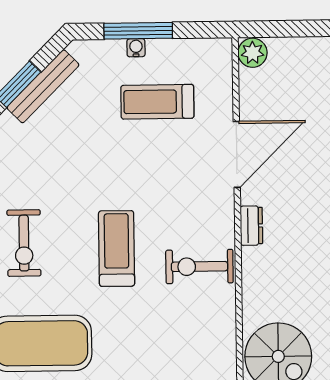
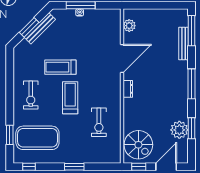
plant: (253, 53) -> (129, 26), moved
treadmill: (157, 102) -> (60, 67), moved
exercise bike: (199, 266) -> (99, 122), moved, turned -90

